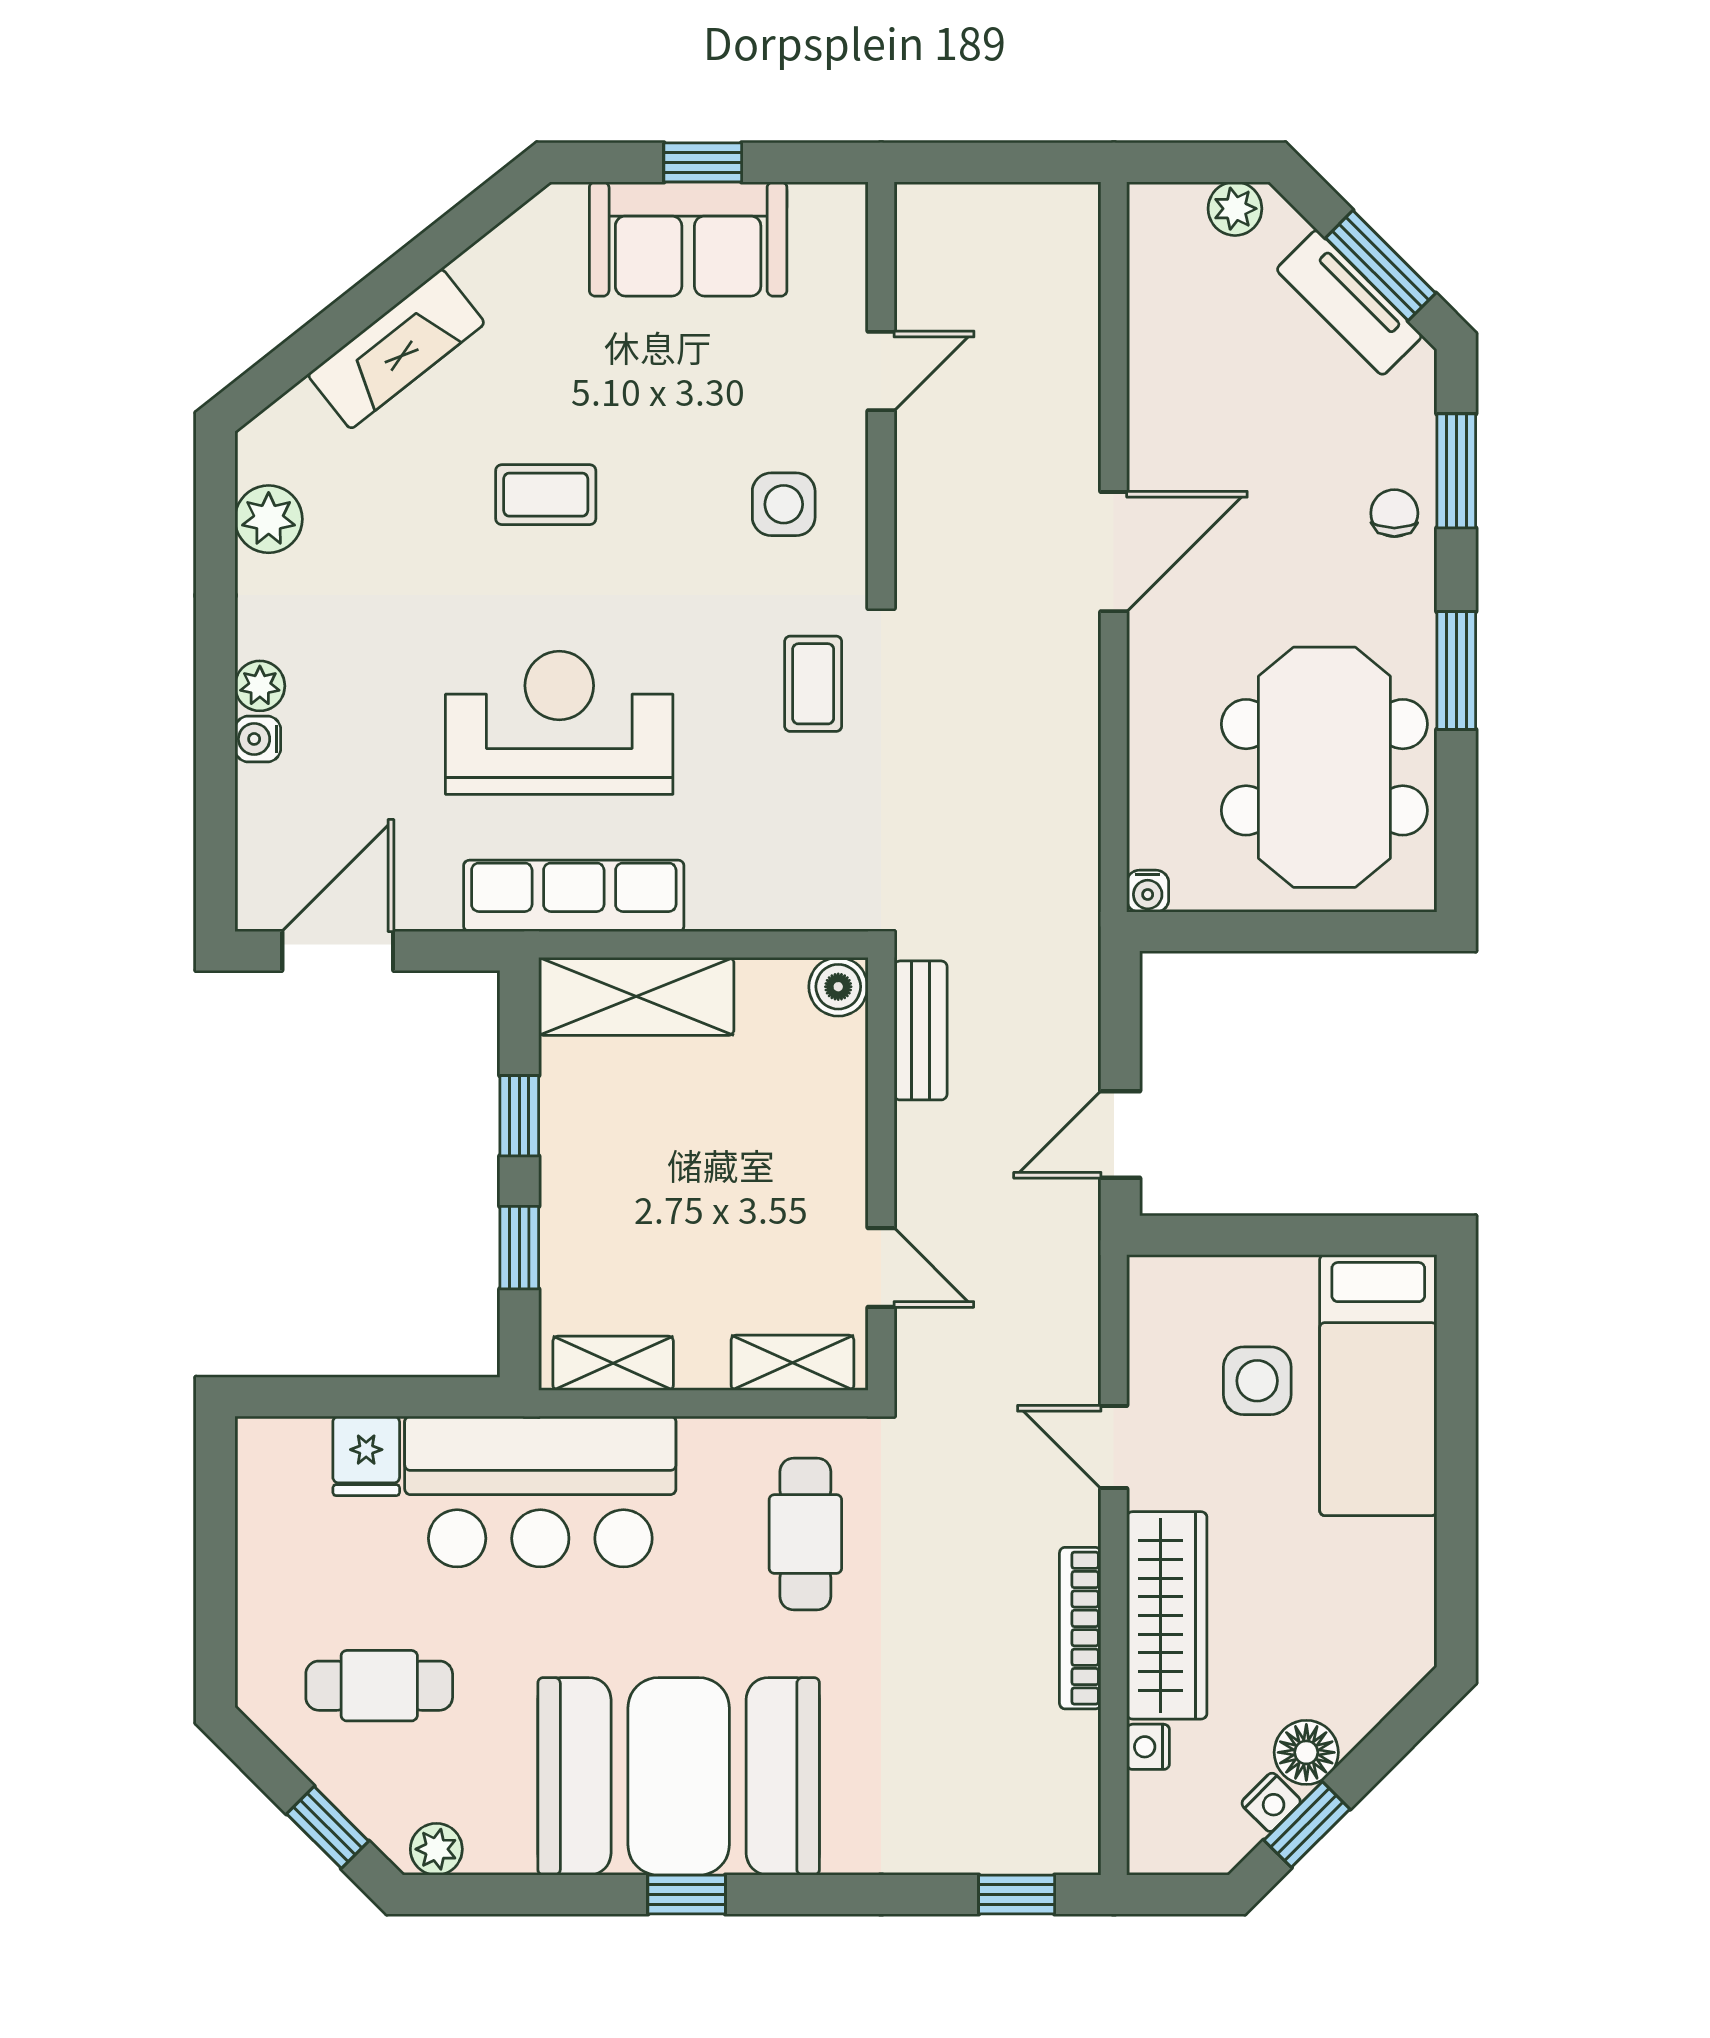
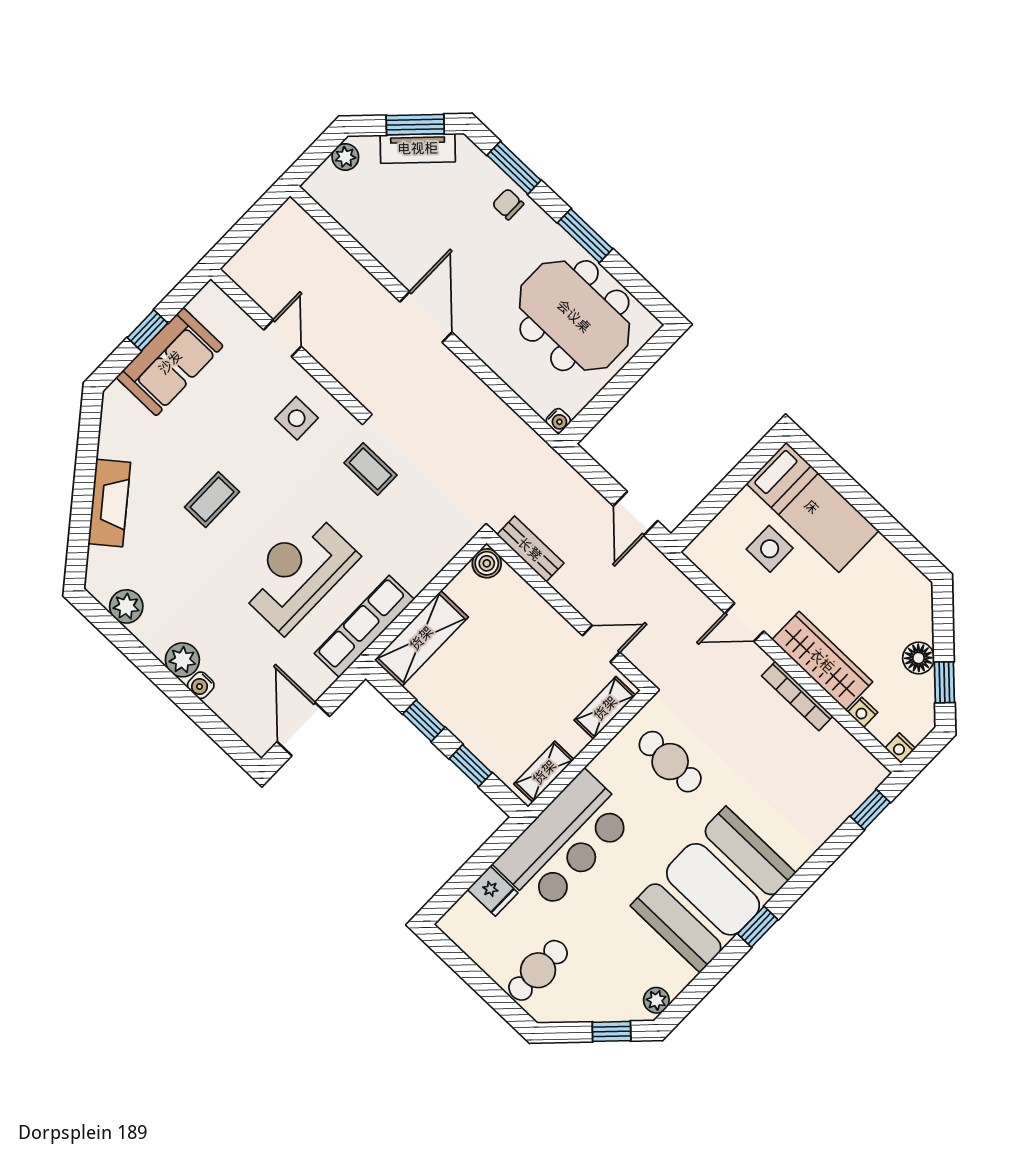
plant: (260, 686) -> (182, 660), width x1.38, depth x1.38
cafe table: (379, 1686) -> (538, 970), moved
nightstand: (1271, 1802) -> (900, 748), moved, turned 135

